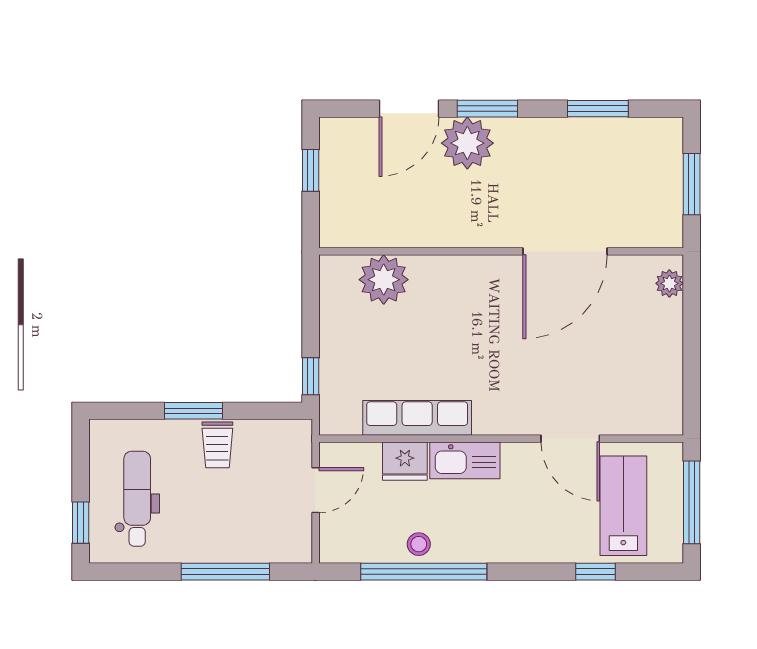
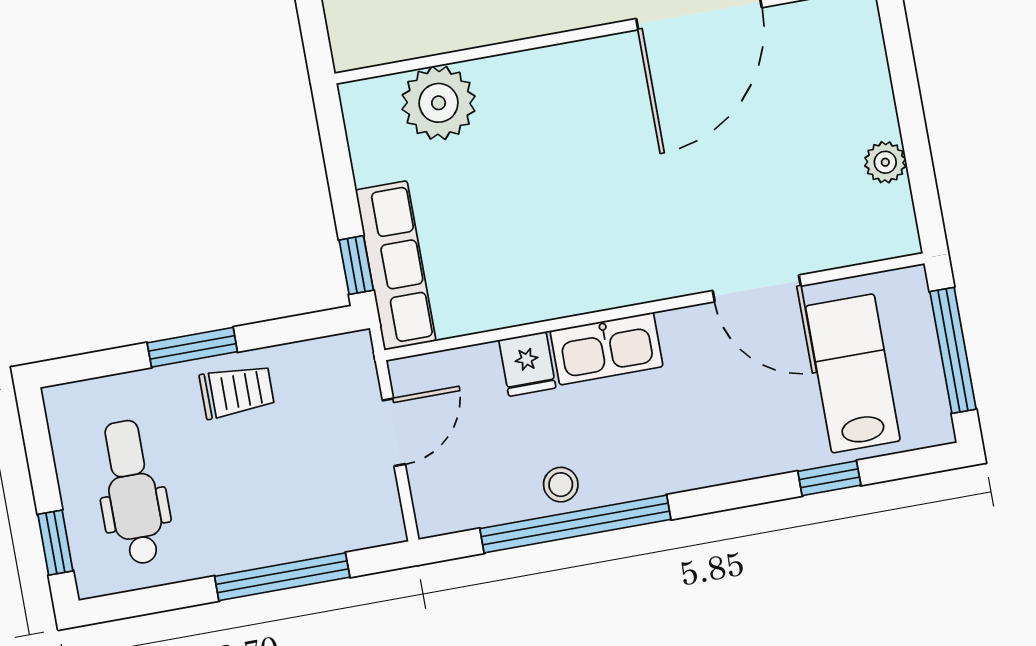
plant: (669, 283) -> (885, 162), moved
row of seats: (417, 418) -> (396, 266), moved, turned 90
trolley: (217, 445) -> (237, 391), turned -90
fridge: (405, 461) -> (527, 364), width x0.72

